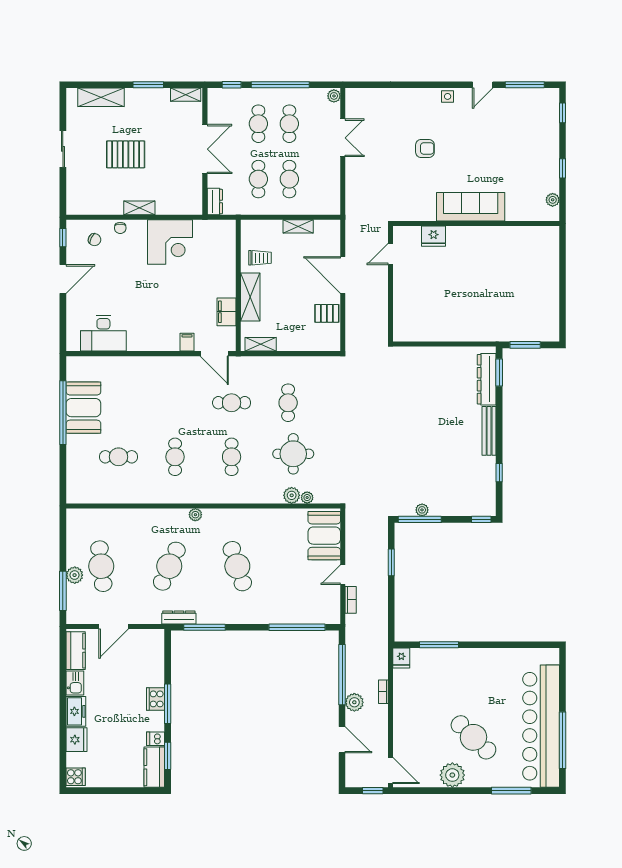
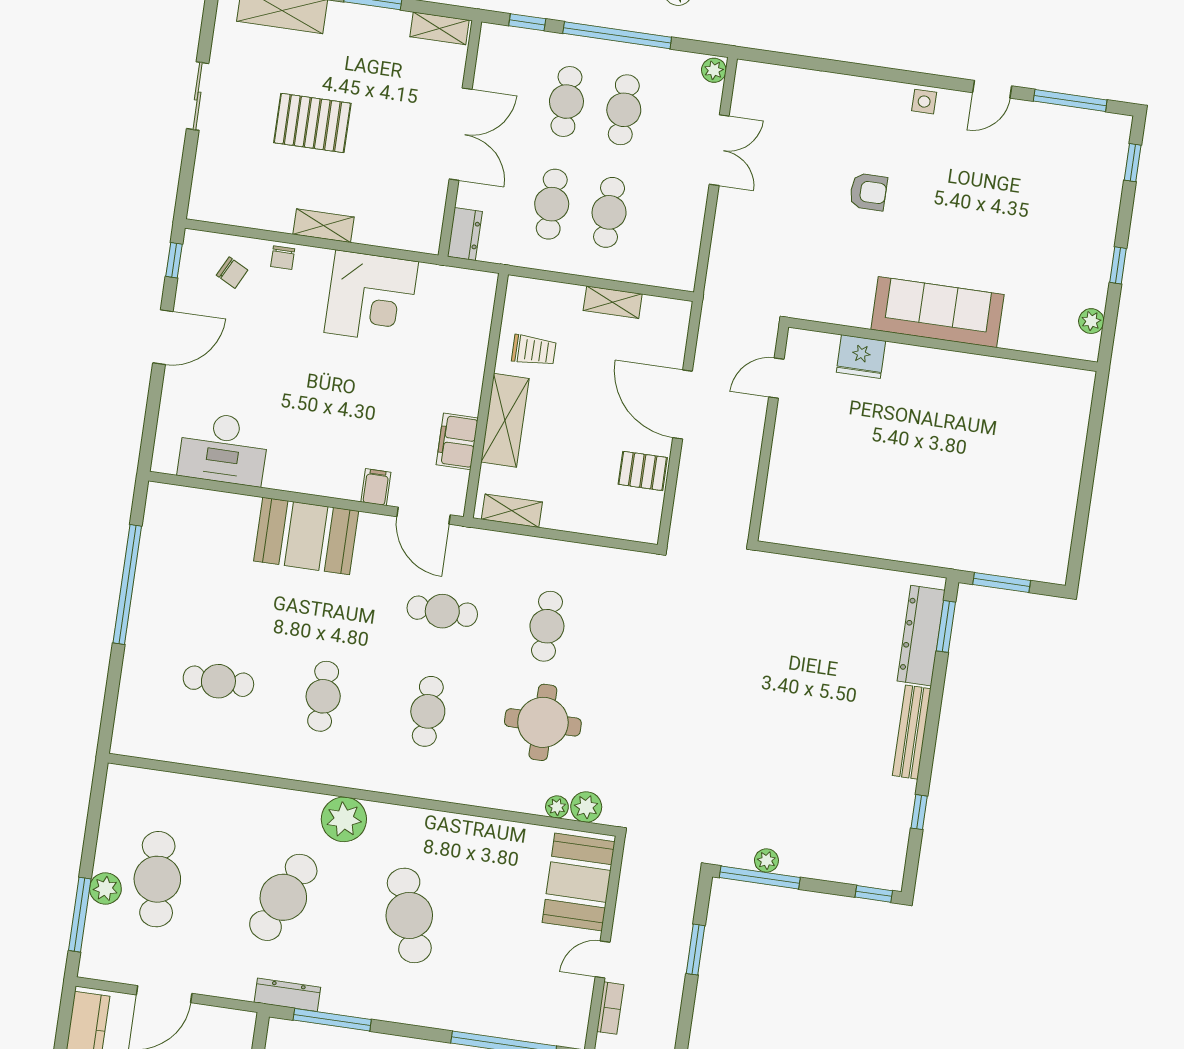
booth: (83, 408) -> (306, 536), moved, turned 90
plant: (292, 495) -> (586, 807), moved
plant: (195, 515) -> (344, 819), width x1.87, depth x1.87

